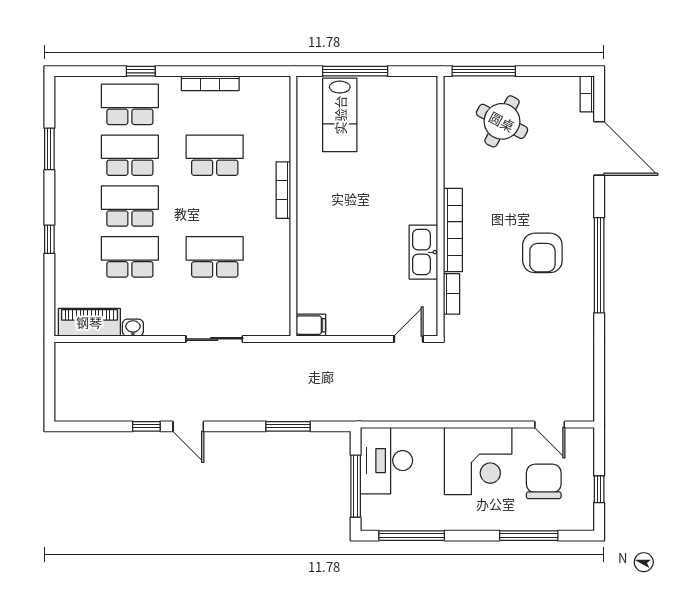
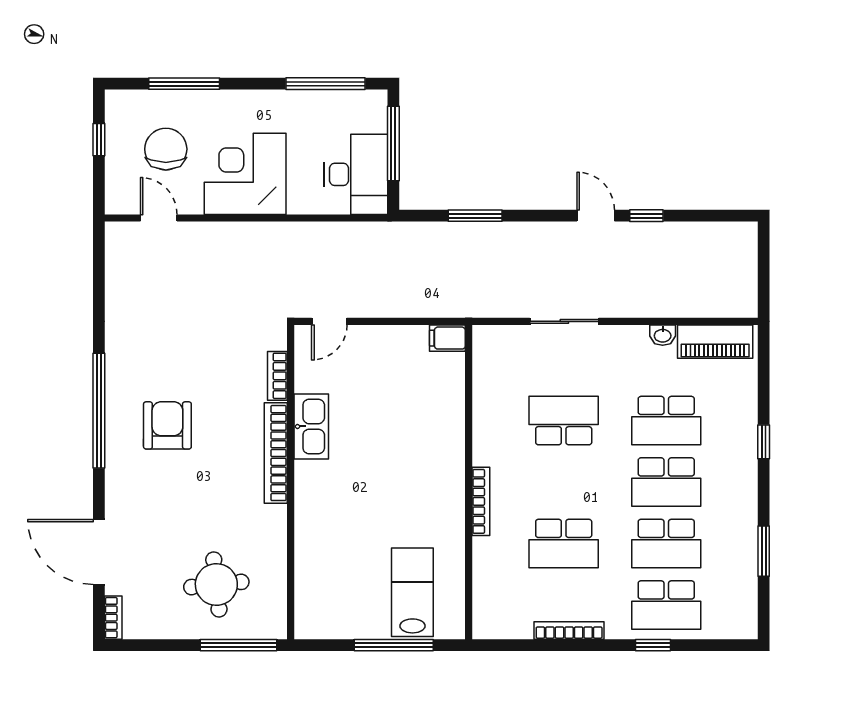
round table: (502, 121) -> (216, 584), turned -34
school desk: (215, 257) -> (564, 421), turned 180
chair: (544, 481) -> (166, 149), turned 180

